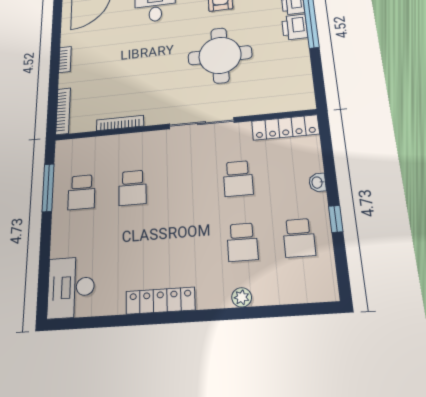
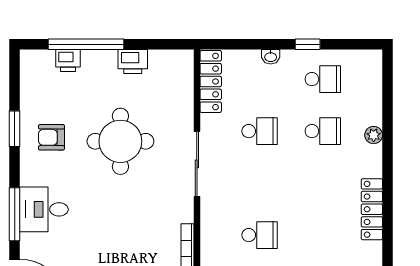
printer: (295, 27) -> (133, 62), moved

